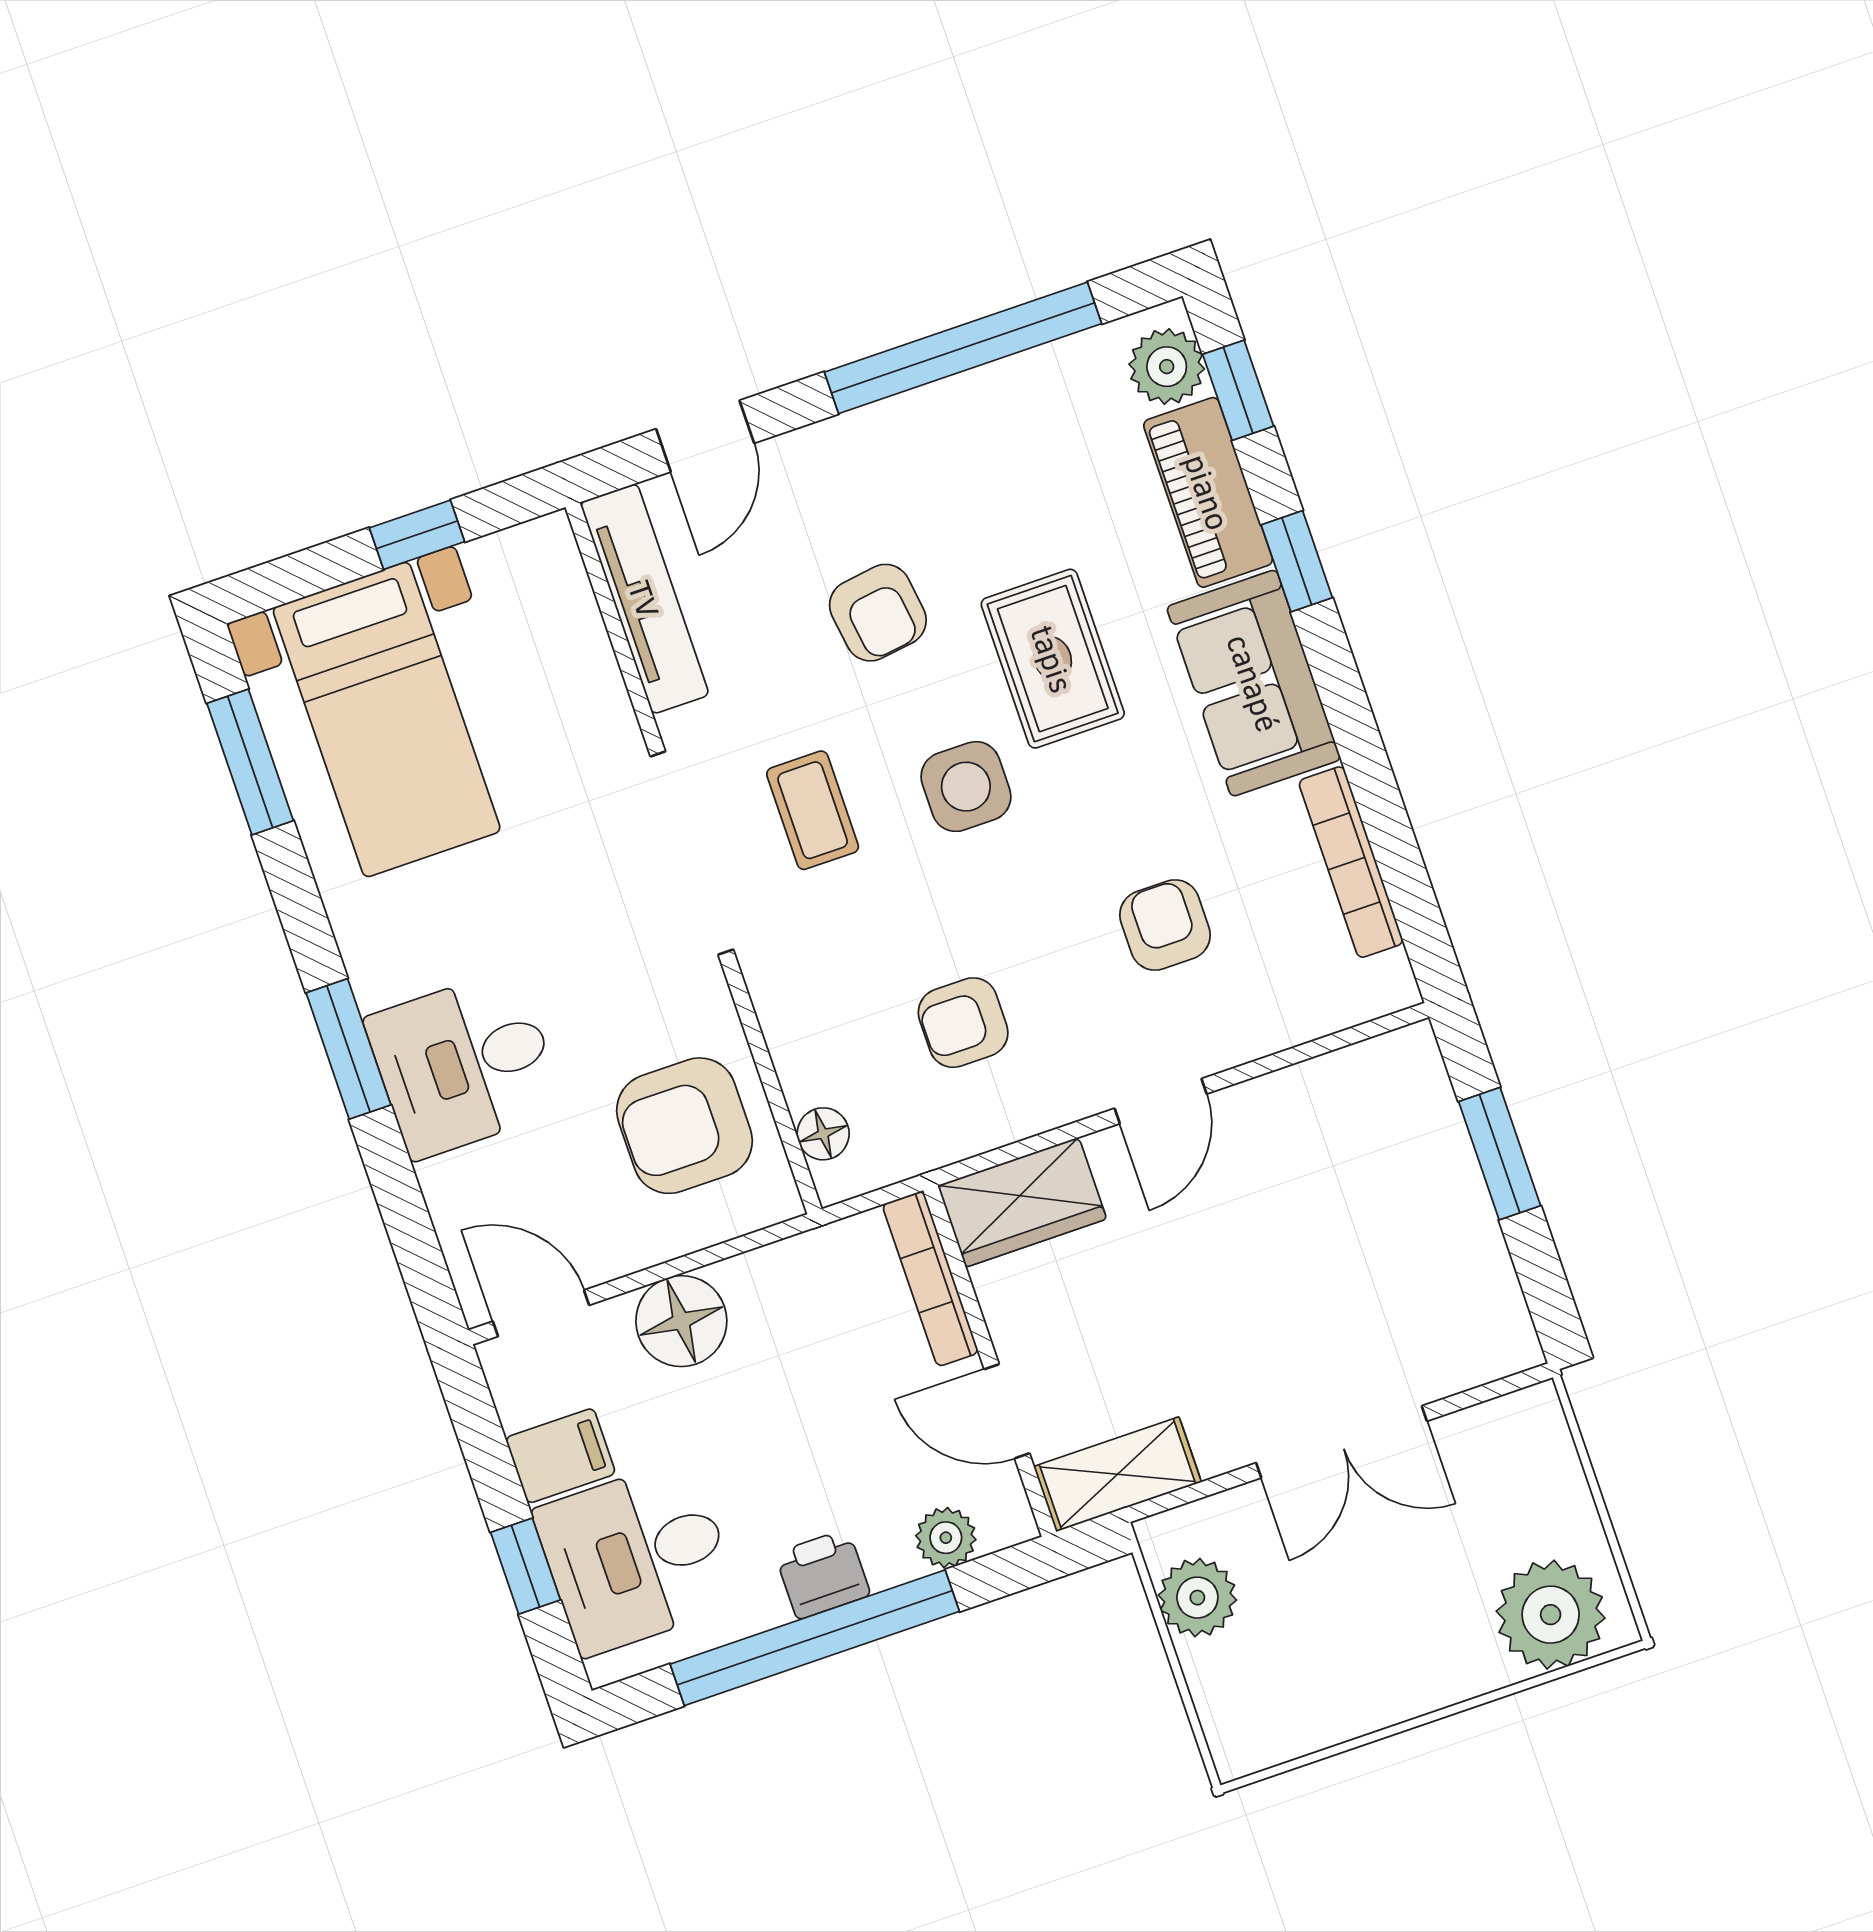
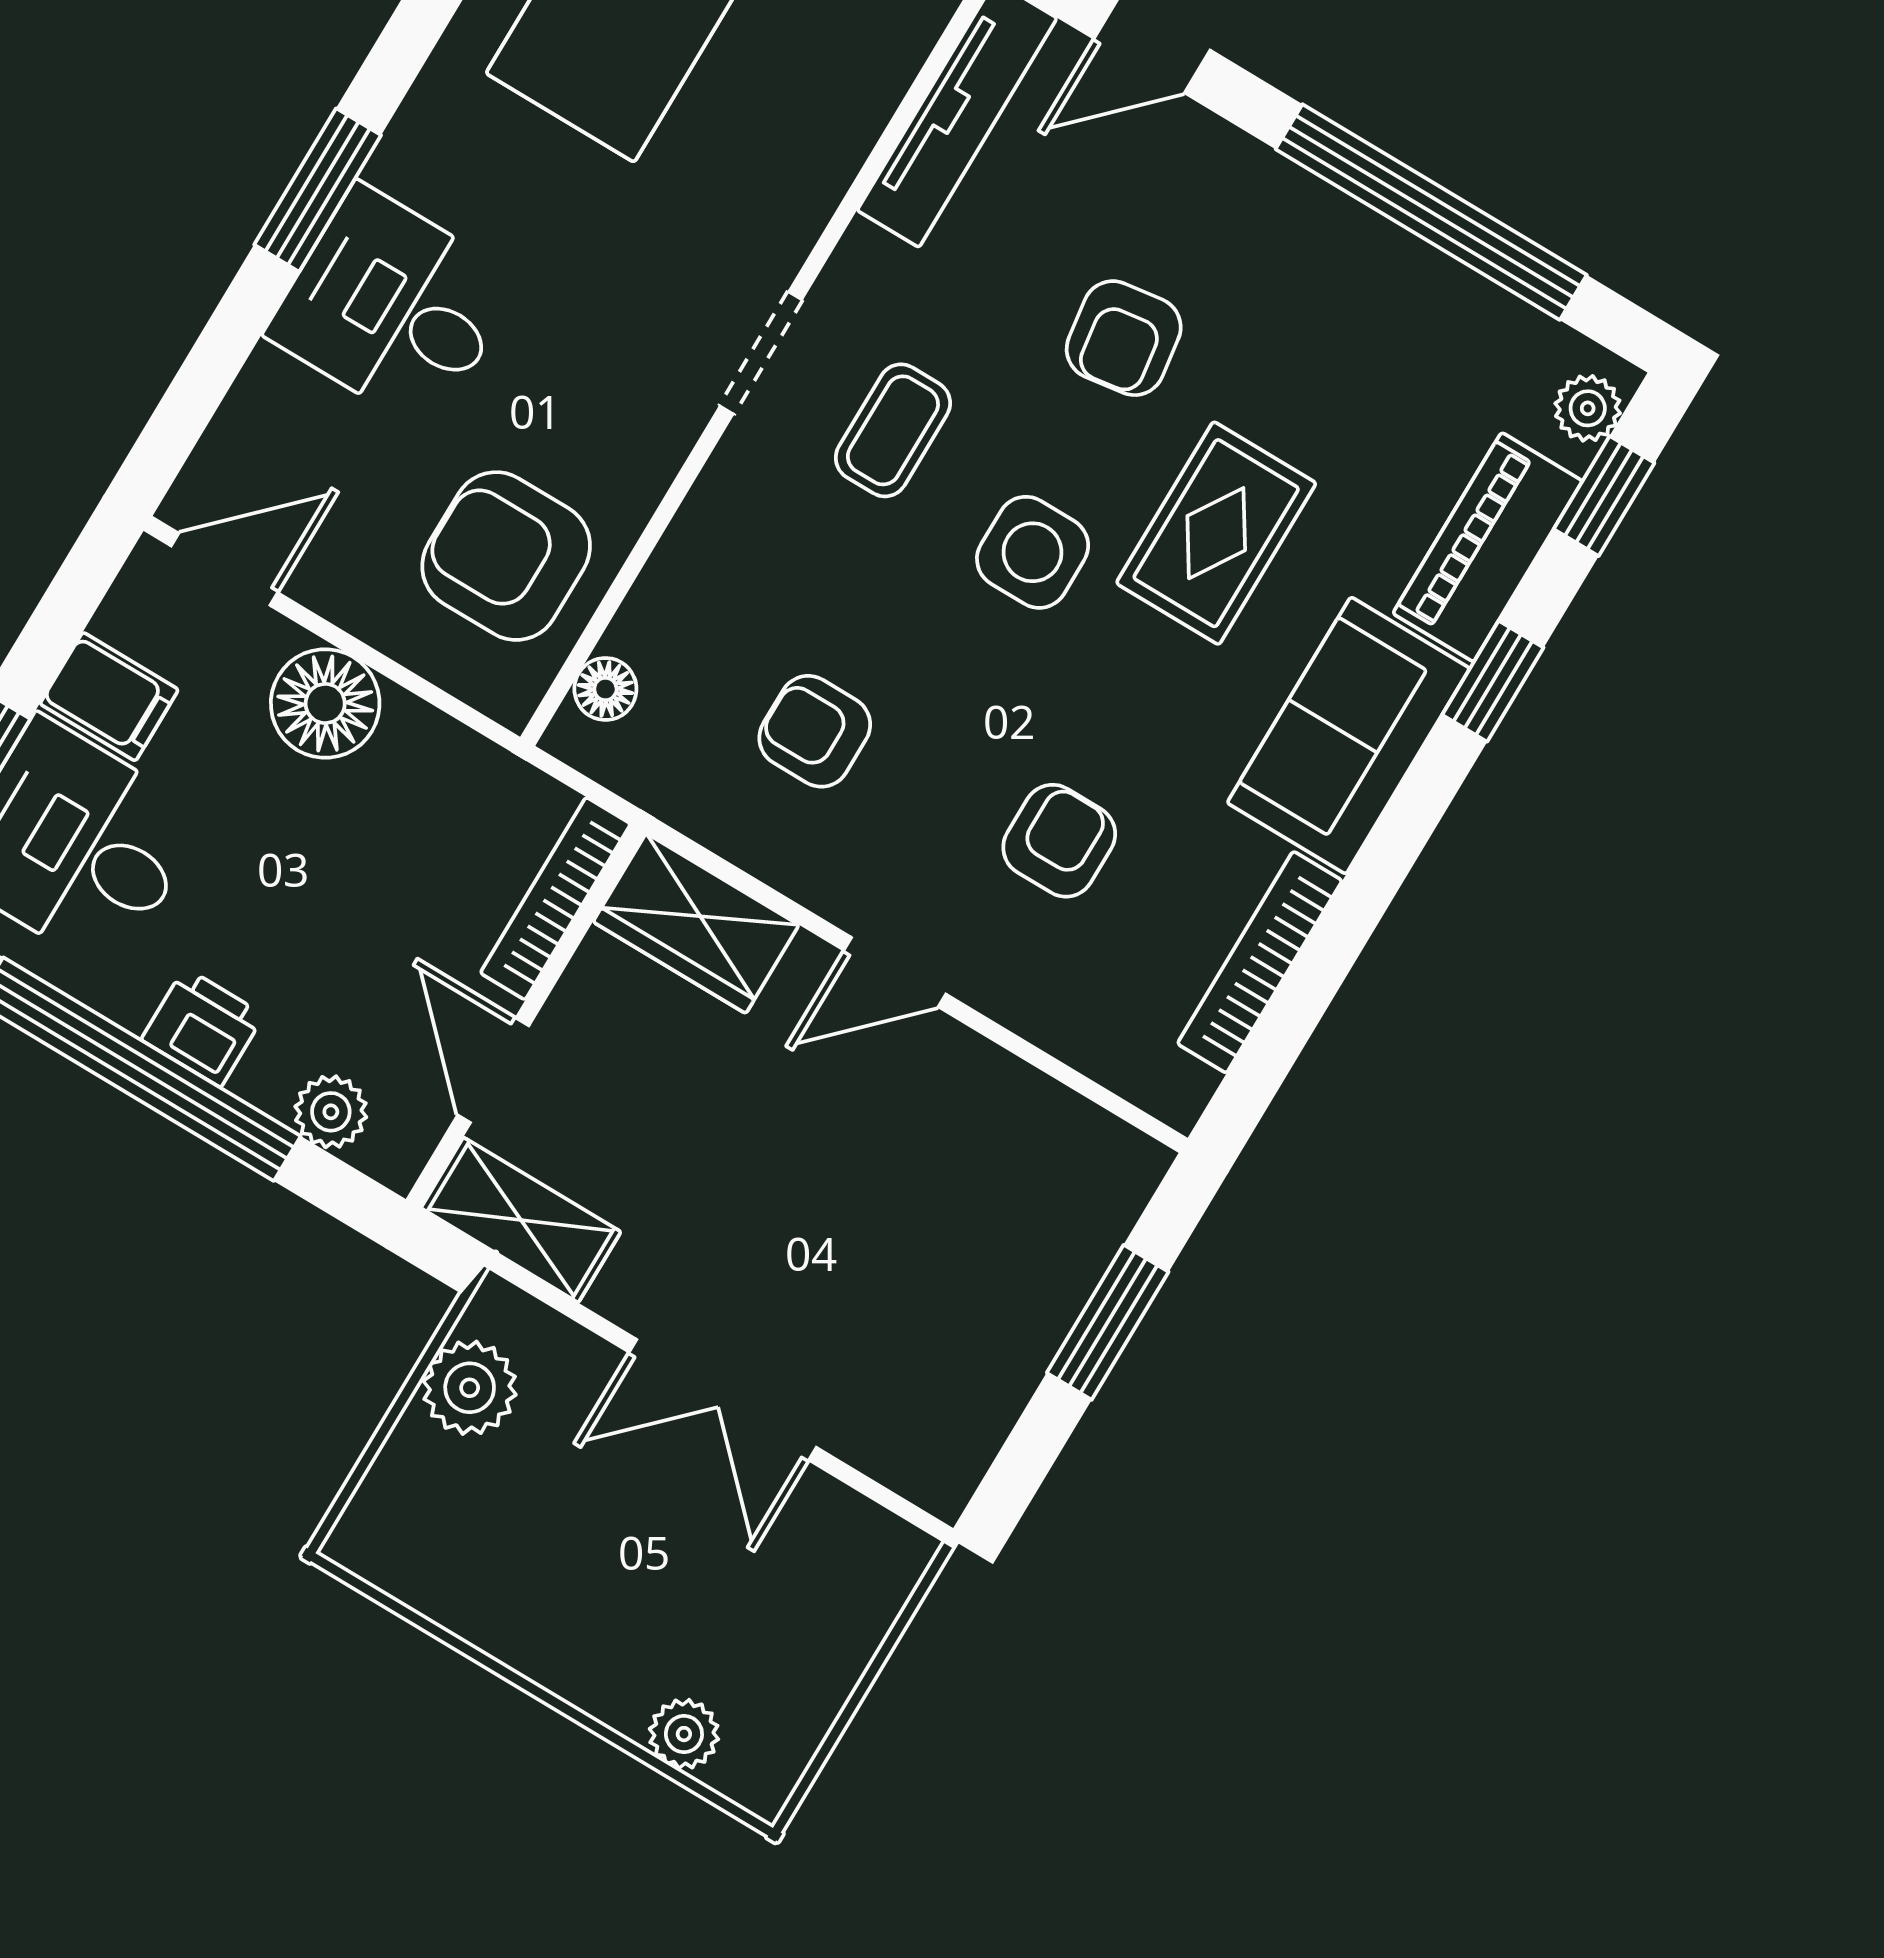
plant: (1167, 367) -> (1588, 408), width x0.73, depth x0.73
doorway: (692, 853) -> (761, 353), width x0.53
door: (541, 1313) -> (224, 569), hinge flipped
plant: (1551, 1615) -> (684, 1734), width x0.53, depth x0.53

